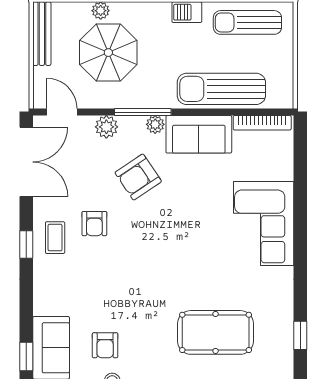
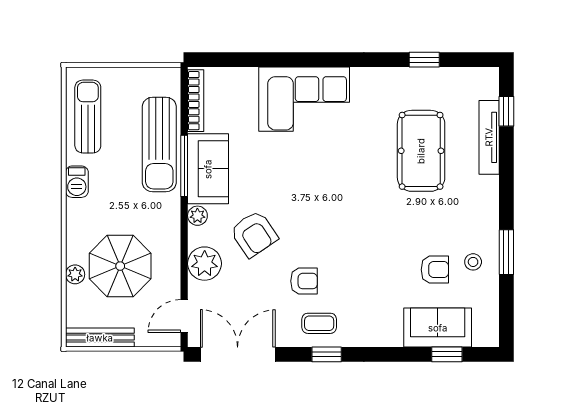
sun lounger: (247, 22) -> (88, 117), turned 180
window: (143, 112) -> (184, 166), moved
plant: (106, 127) -> (205, 264), width x1.36, depth x1.36

